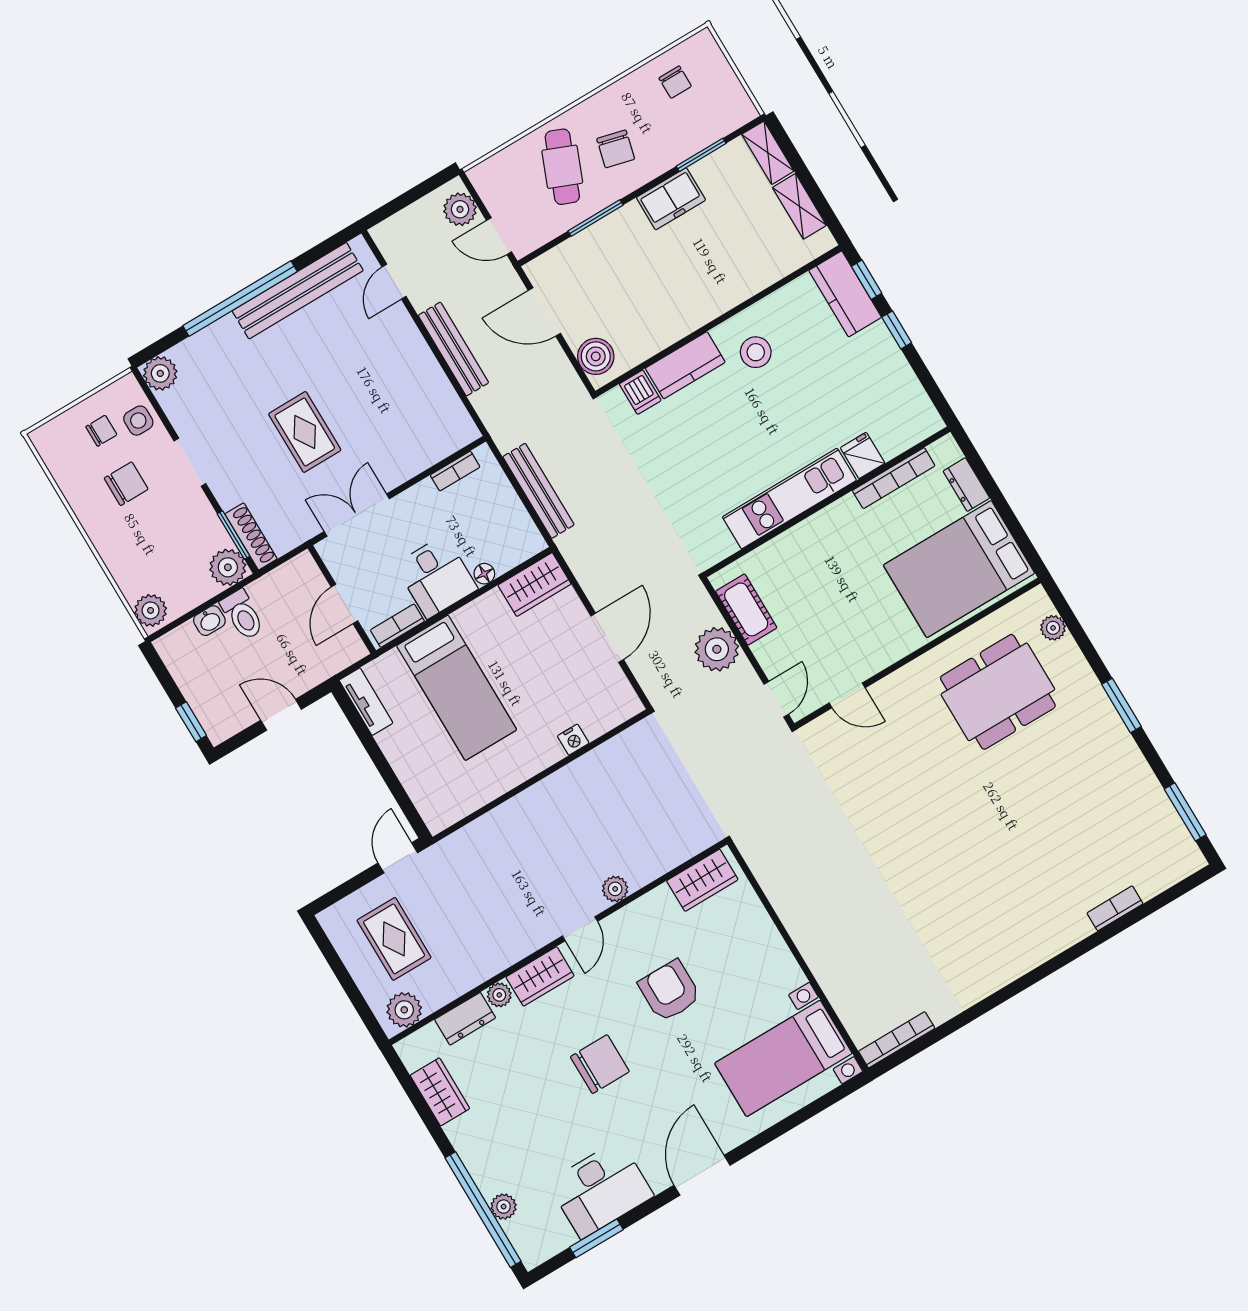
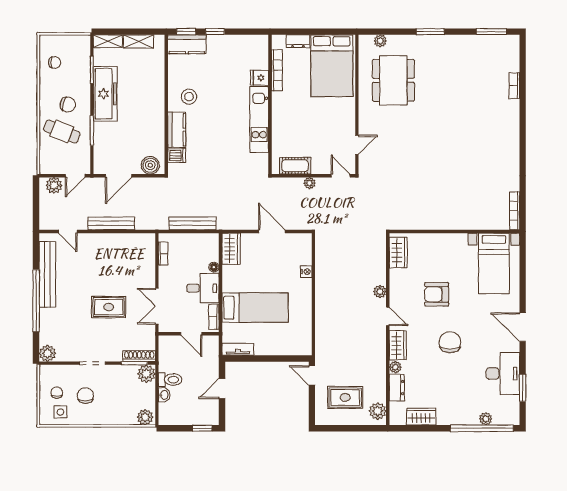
freezer: (671, 199) -> (105, 94), width x1.91, depth x1.26
side table: (138, 421) -> (60, 412), moved
plant: (717, 649) -> (309, 183), width x0.53, depth x0.53

